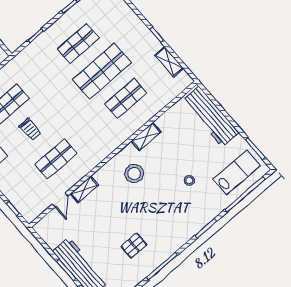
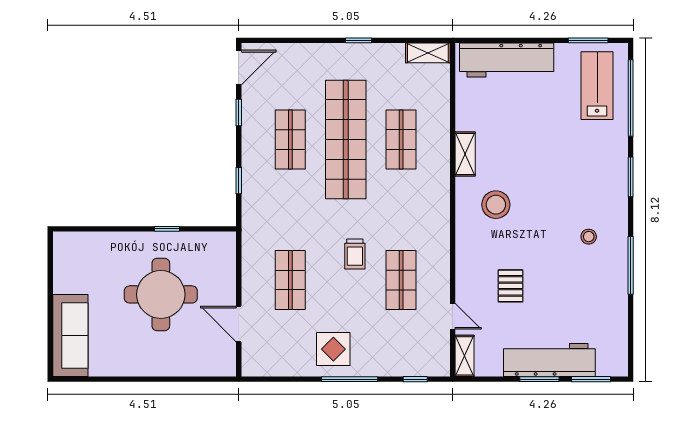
shelving: (169, 62) -> (428, 53), moved
shop shelf: (102, 71) -> (346, 139), width x1.40
trolley: (30, 129) -> (355, 254), moved, turned 90
stool: (189, 180) -> (589, 237), moved
shelving: (84, 189) -> (465, 356), moved
pallet: (134, 246) -> (510, 286), moved

